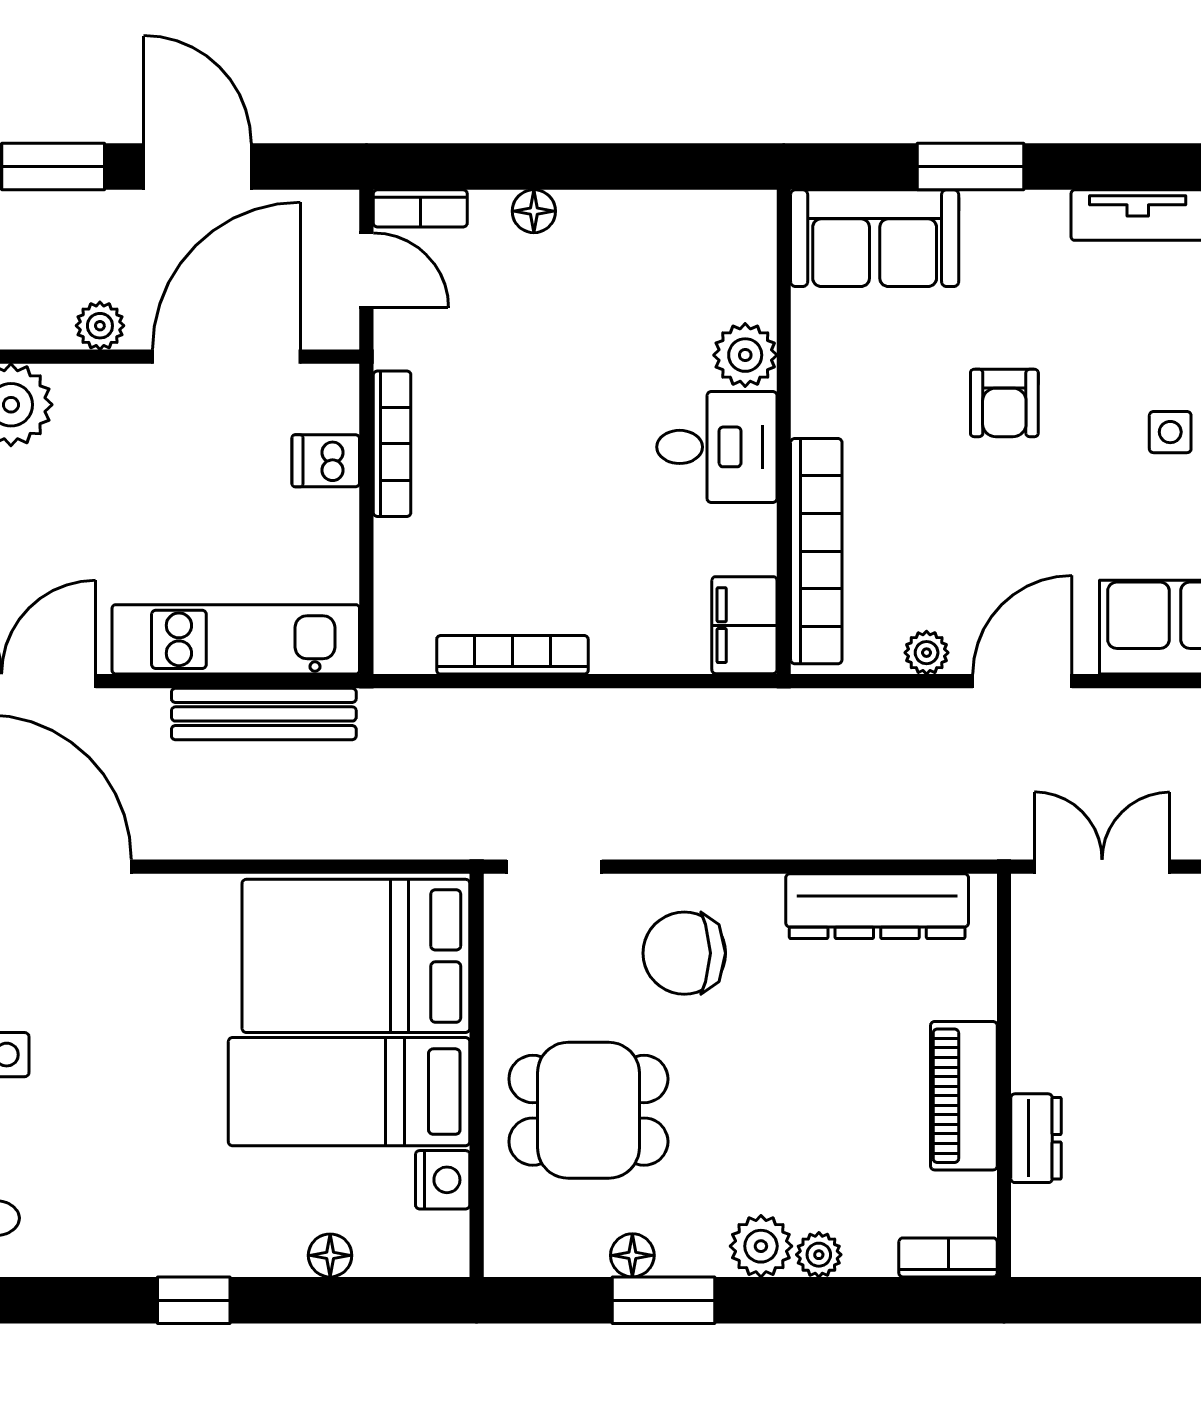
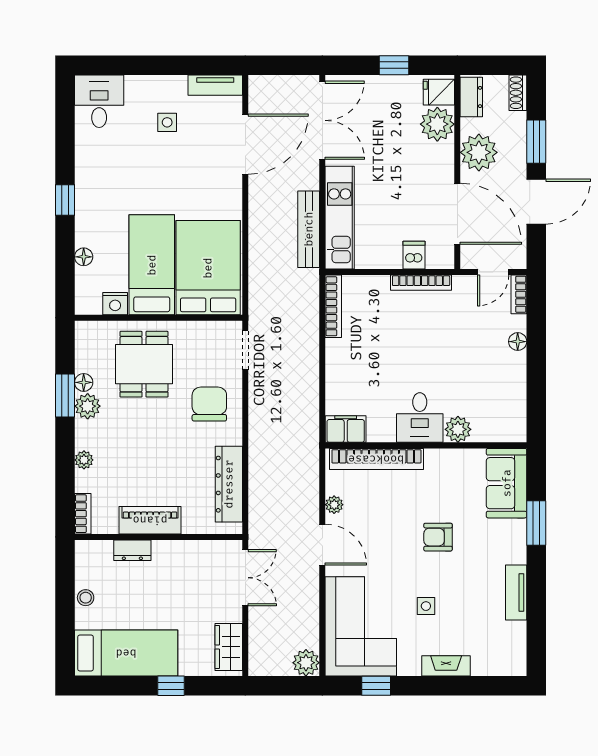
plant: (100, 326) -> (479, 152), width x1.87, depth x1.87
bookcase: (512, 655) -> (333, 306), moved
plant: (761, 1246) -> (88, 406), moved
stool: (1150, 1251) -> (86, 598), added

